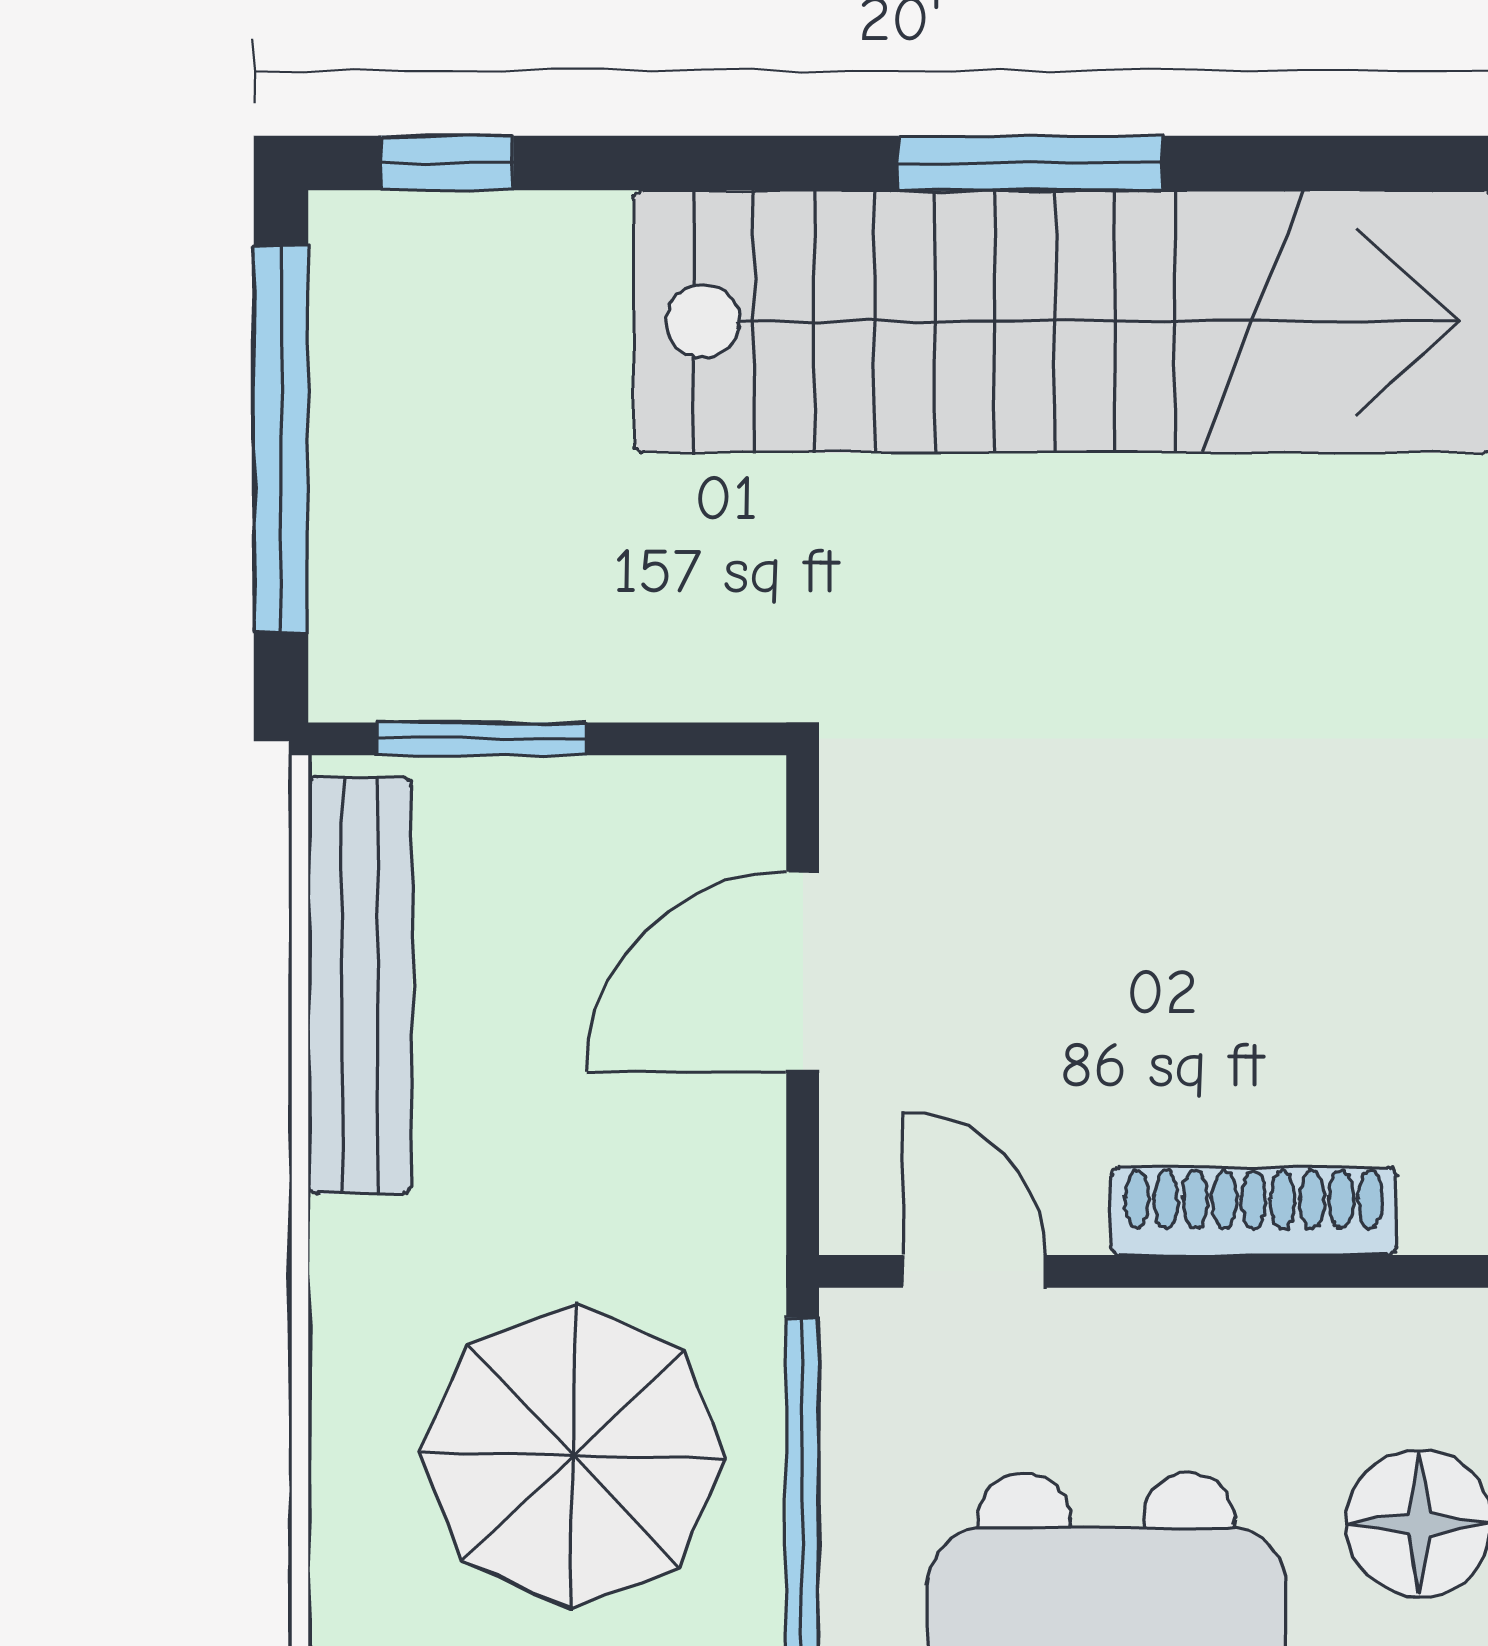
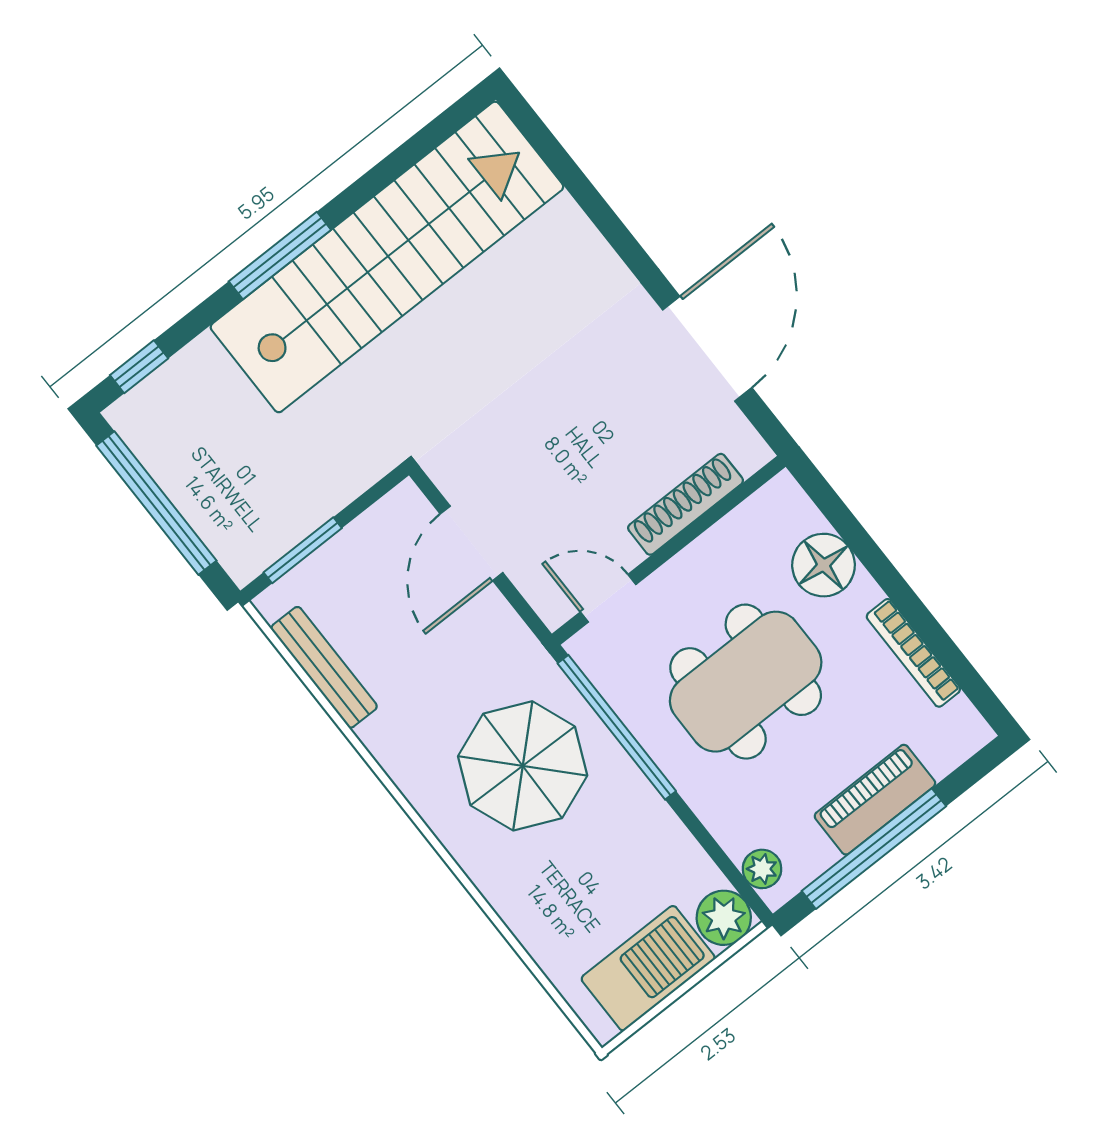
window: (1030, 163) -> (280, 256), moved
bench: (360, 985) -> (324, 667), width x0.73, depth x0.82

